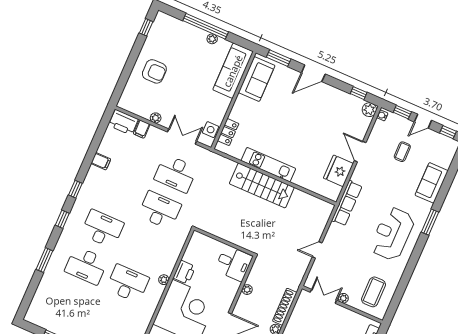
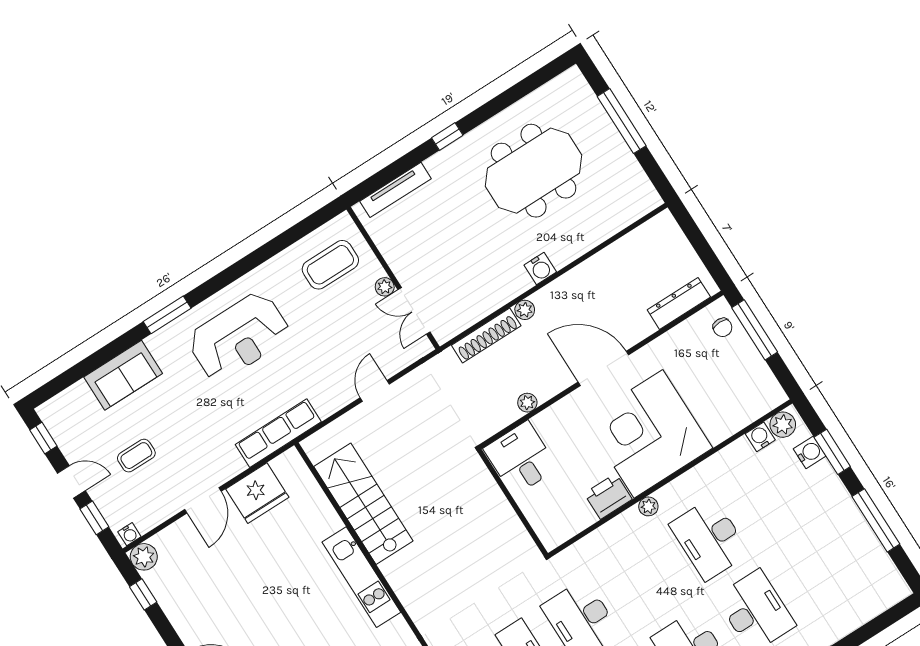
stairs: (262, 185) -> (363, 504), moved
door: (317, 250) -> (375, 391), swing flipped

